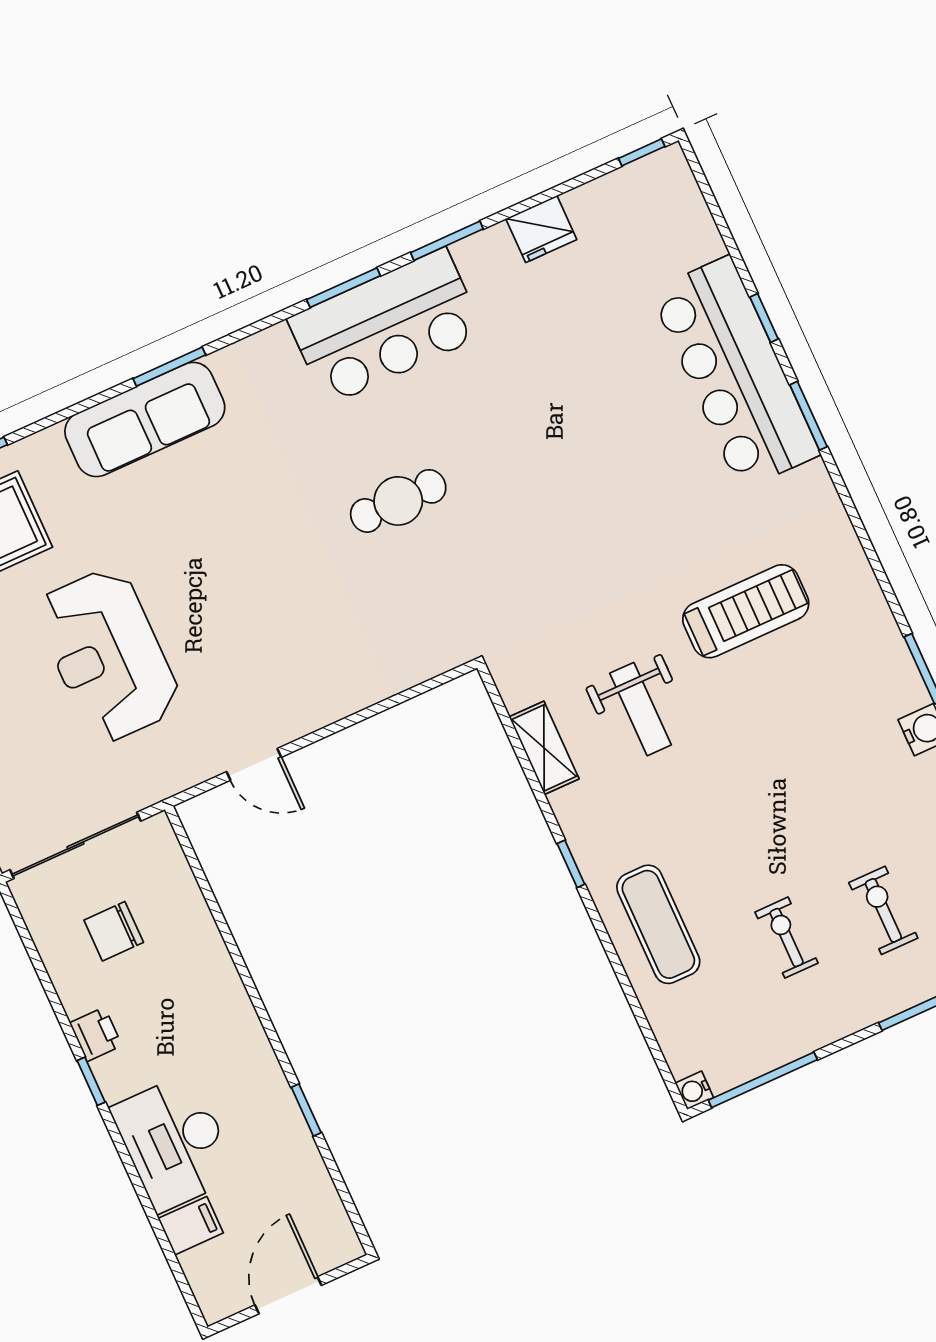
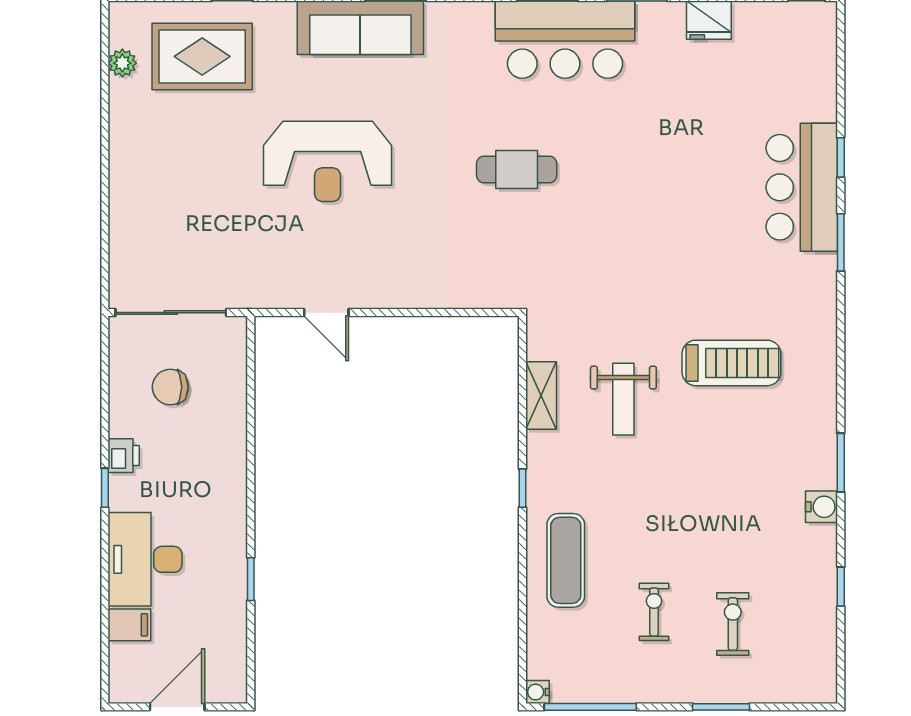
bar counter: (735, 373) -> (802, 187), width x0.73
reception desk: (108, 655) -> (328, 161), moved, turned -90

